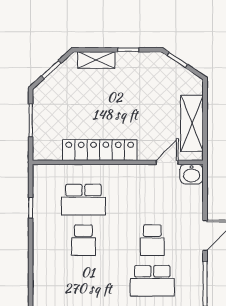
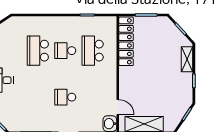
locker: (100, 150) -> (126, 41), moved
school desk: (152, 281) -> (38, 51), moved

